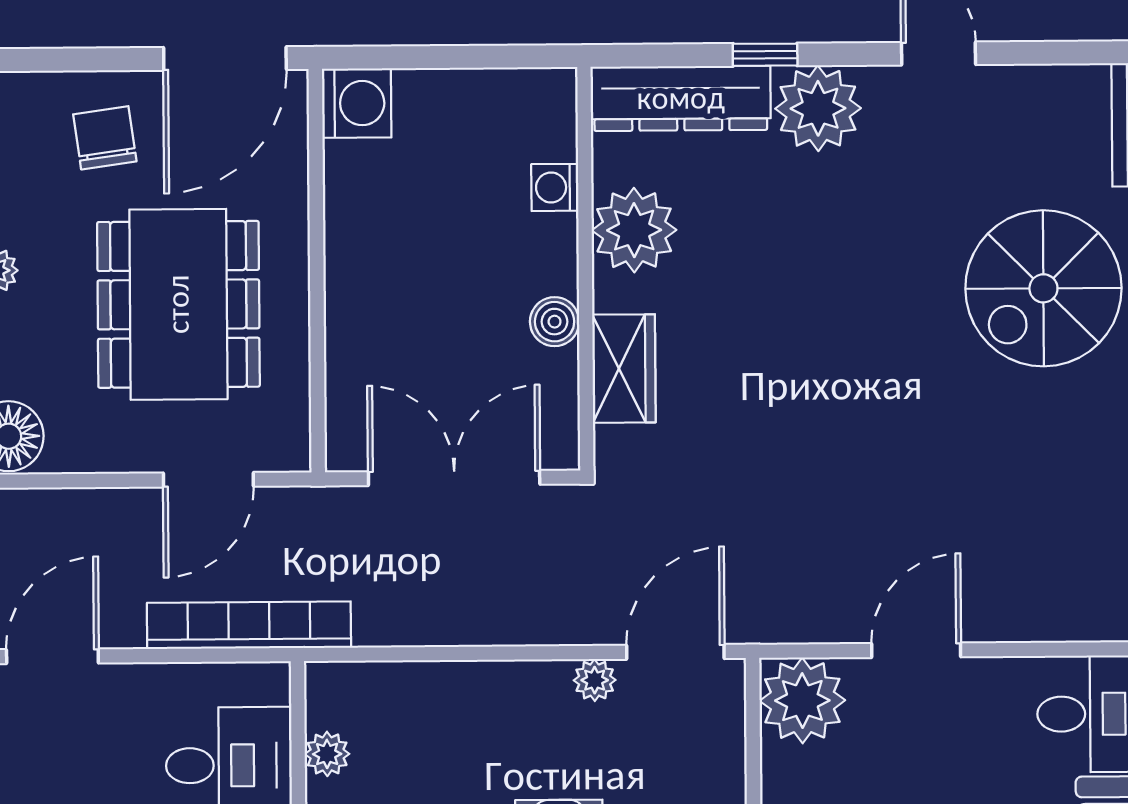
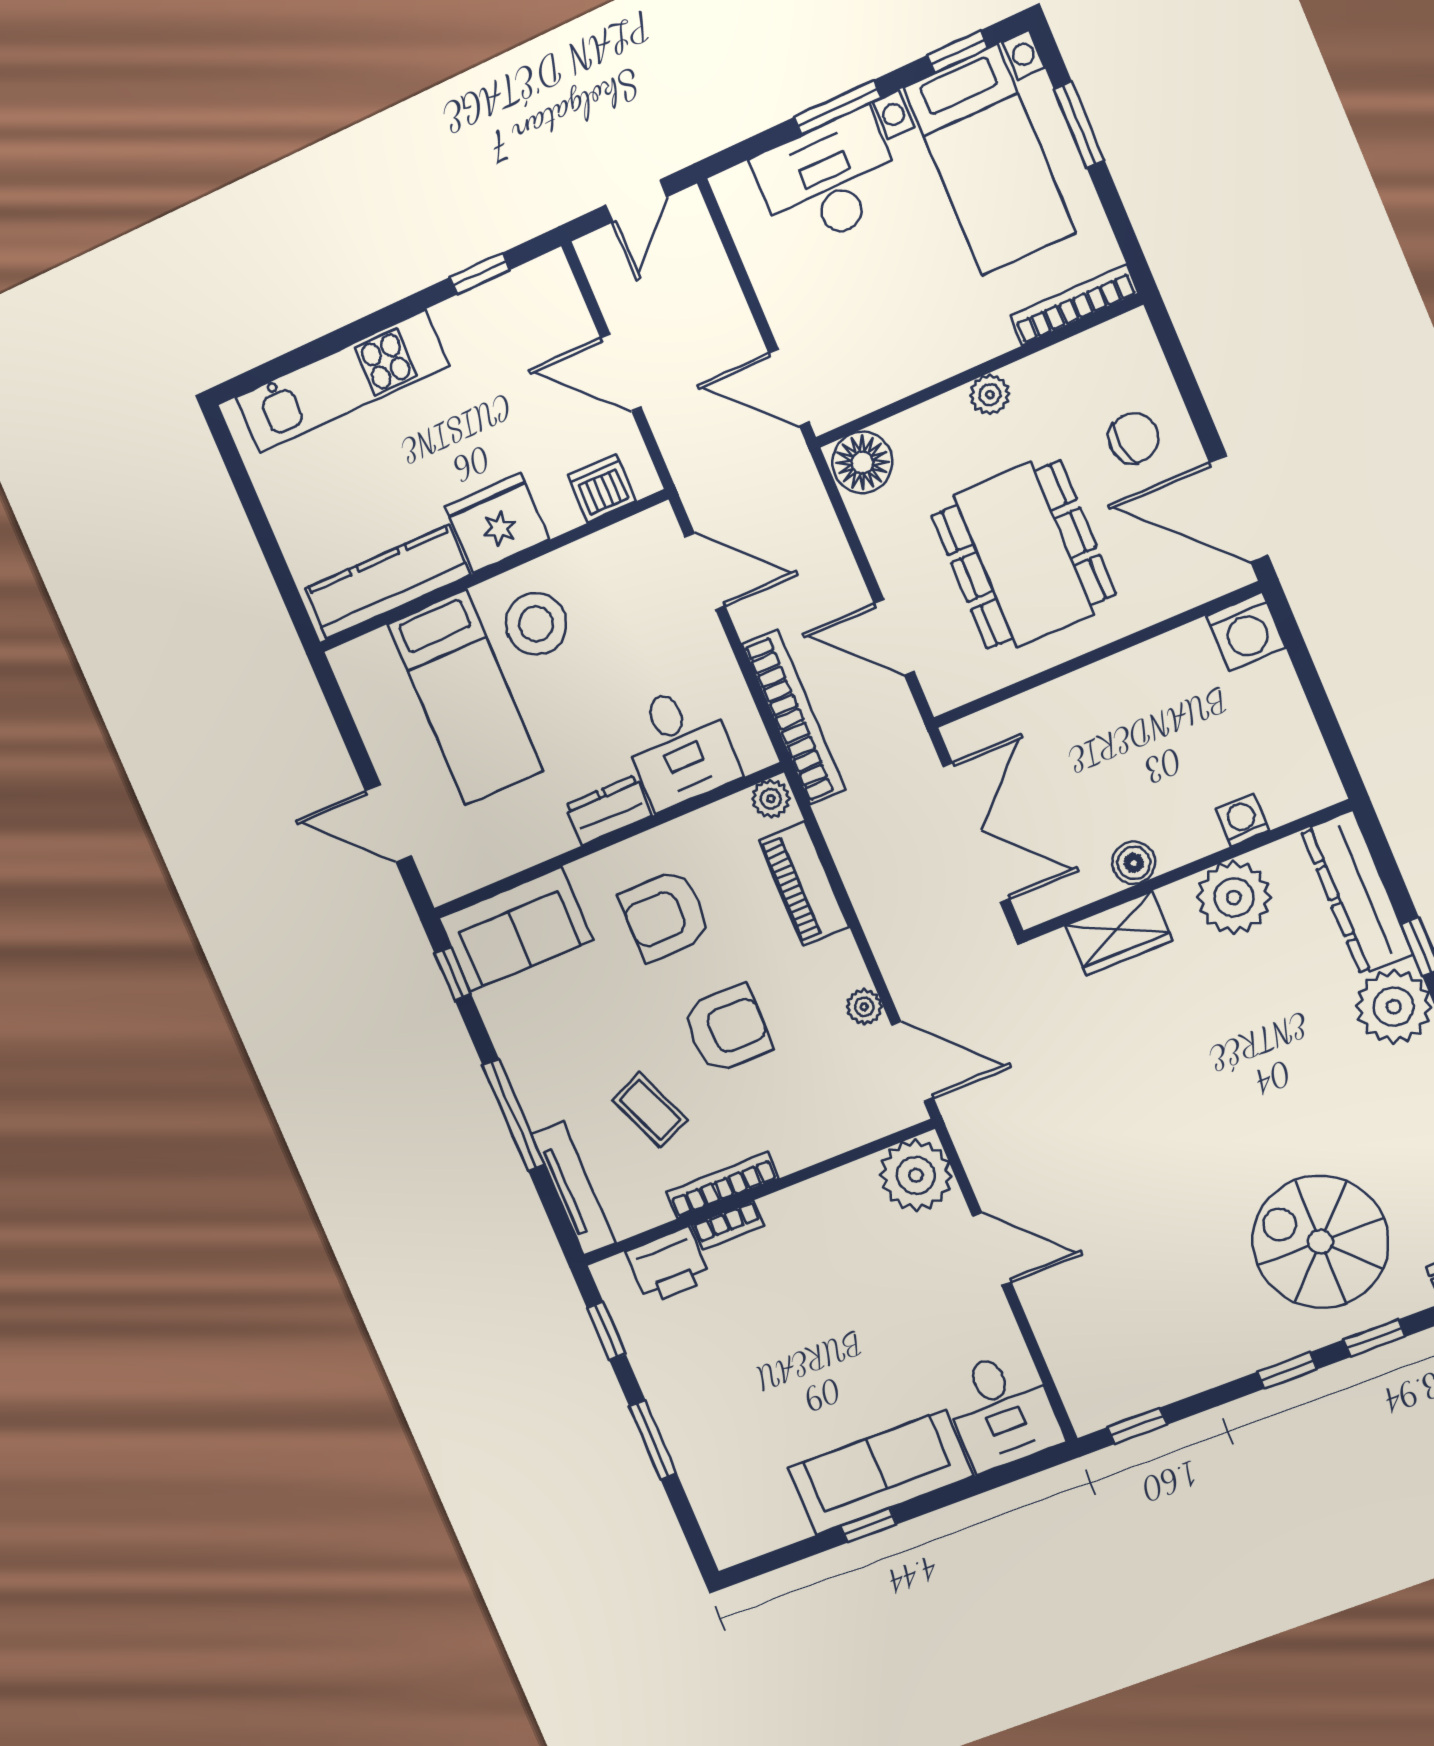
dining table: (178, 304) -> (1024, 555), turned 90
piano: (434, 690) -> (804, 884), added
plant: (327, 754) -> (771, 799), moved

